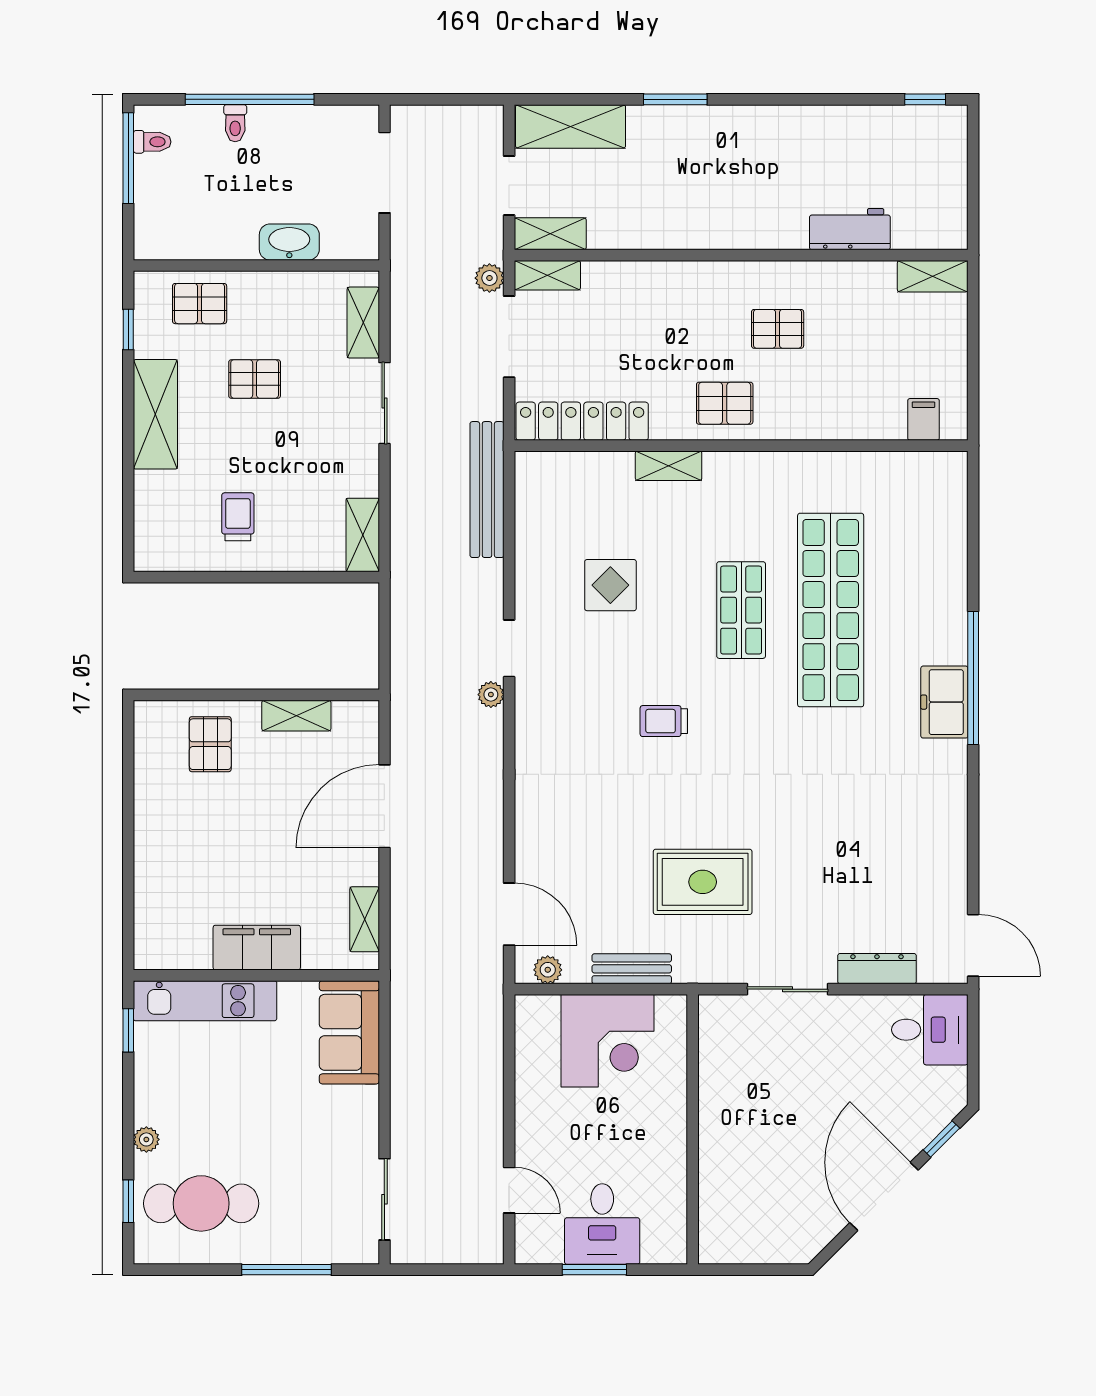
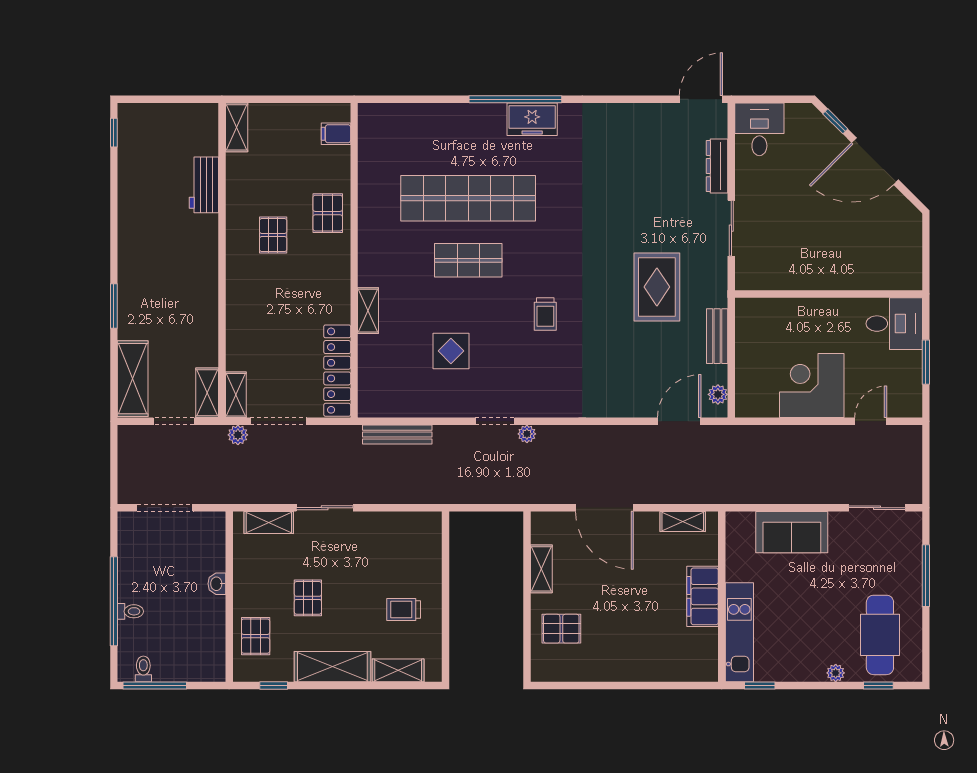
washbasin: (289, 242) -> (217, 584), width x0.52, depth x0.69
pallet: (725, 403) -> (328, 213), moved
bench: (487, 490) -> (397, 435), width x0.73, depth x0.82
shelving: (363, 535) -> (398, 670), moved
sofa: (349, 1032) -> (792, 532), moved
corner desk: (607, 1041) -> (812, 386), moved, turned -90
desk: (602, 1224) -> (894, 324), moved

